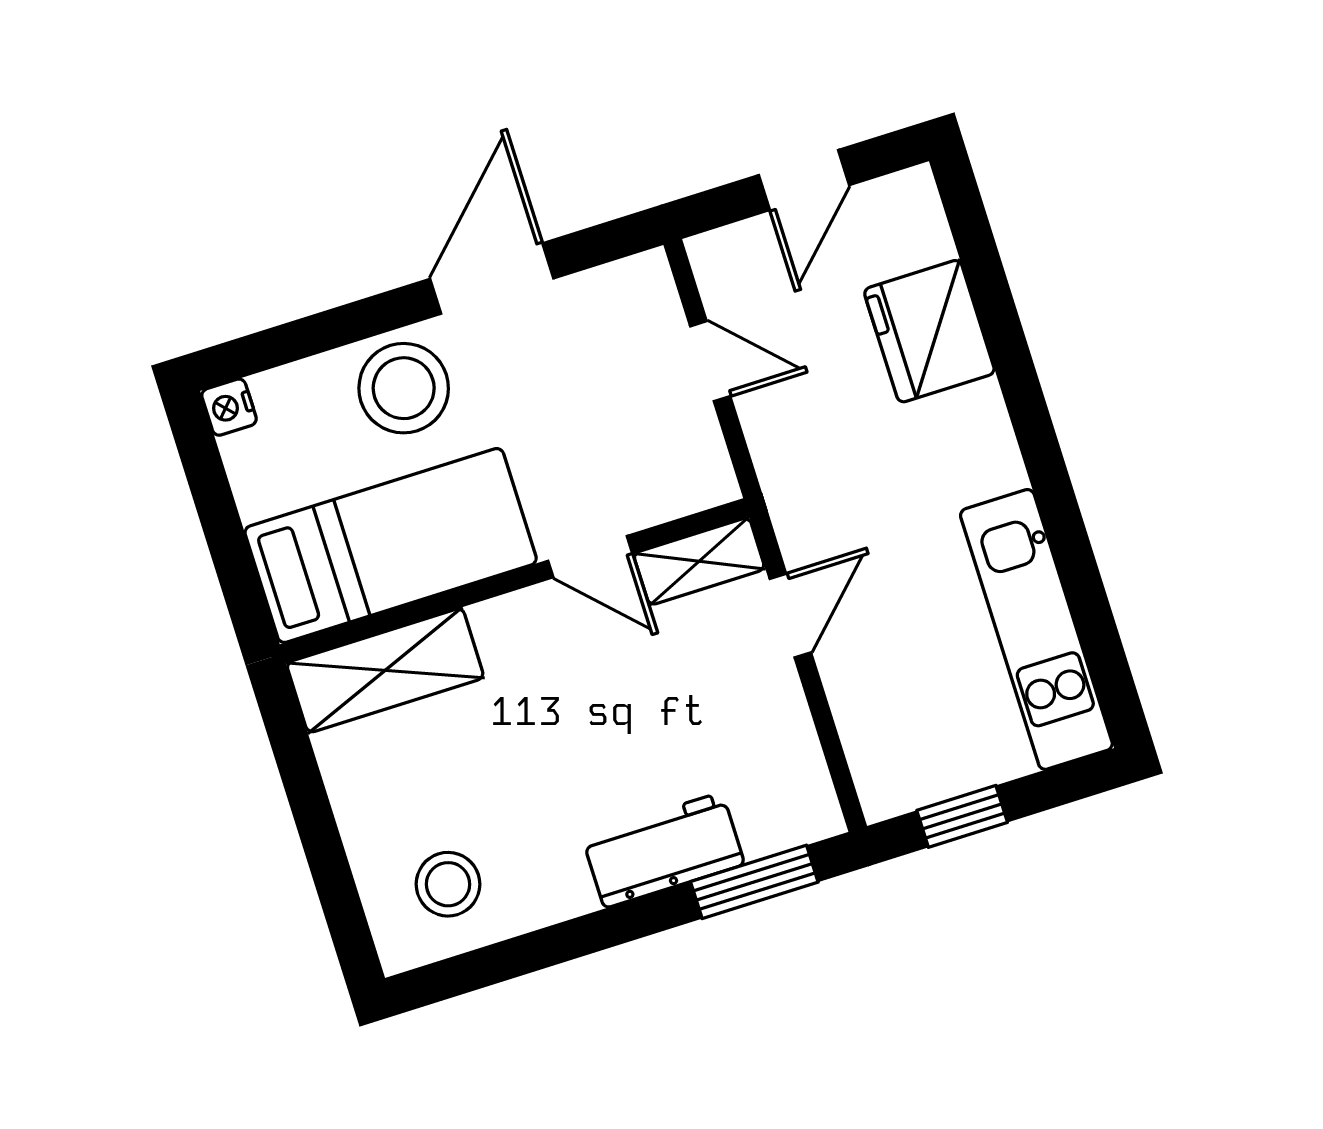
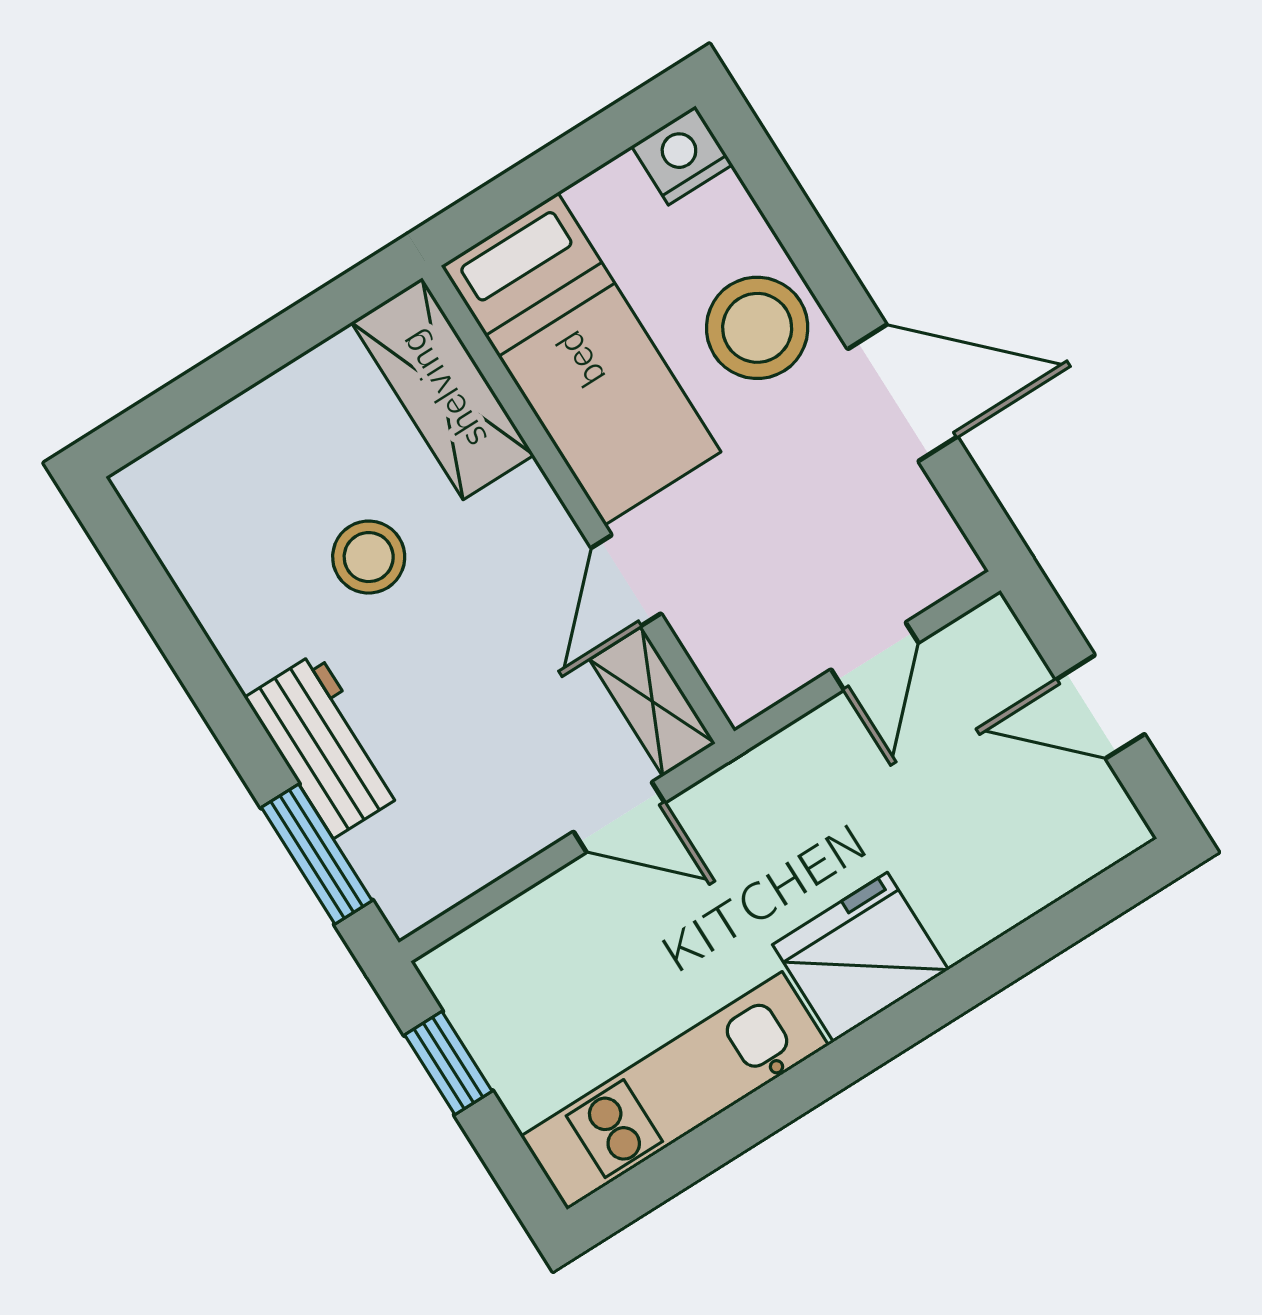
fridge: (929, 331) -> (860, 957), moved
nightstand: (229, 407) -> (682, 155), width x1.39, depth x1.35
stool: (448, 884) -> (369, 557), moved

